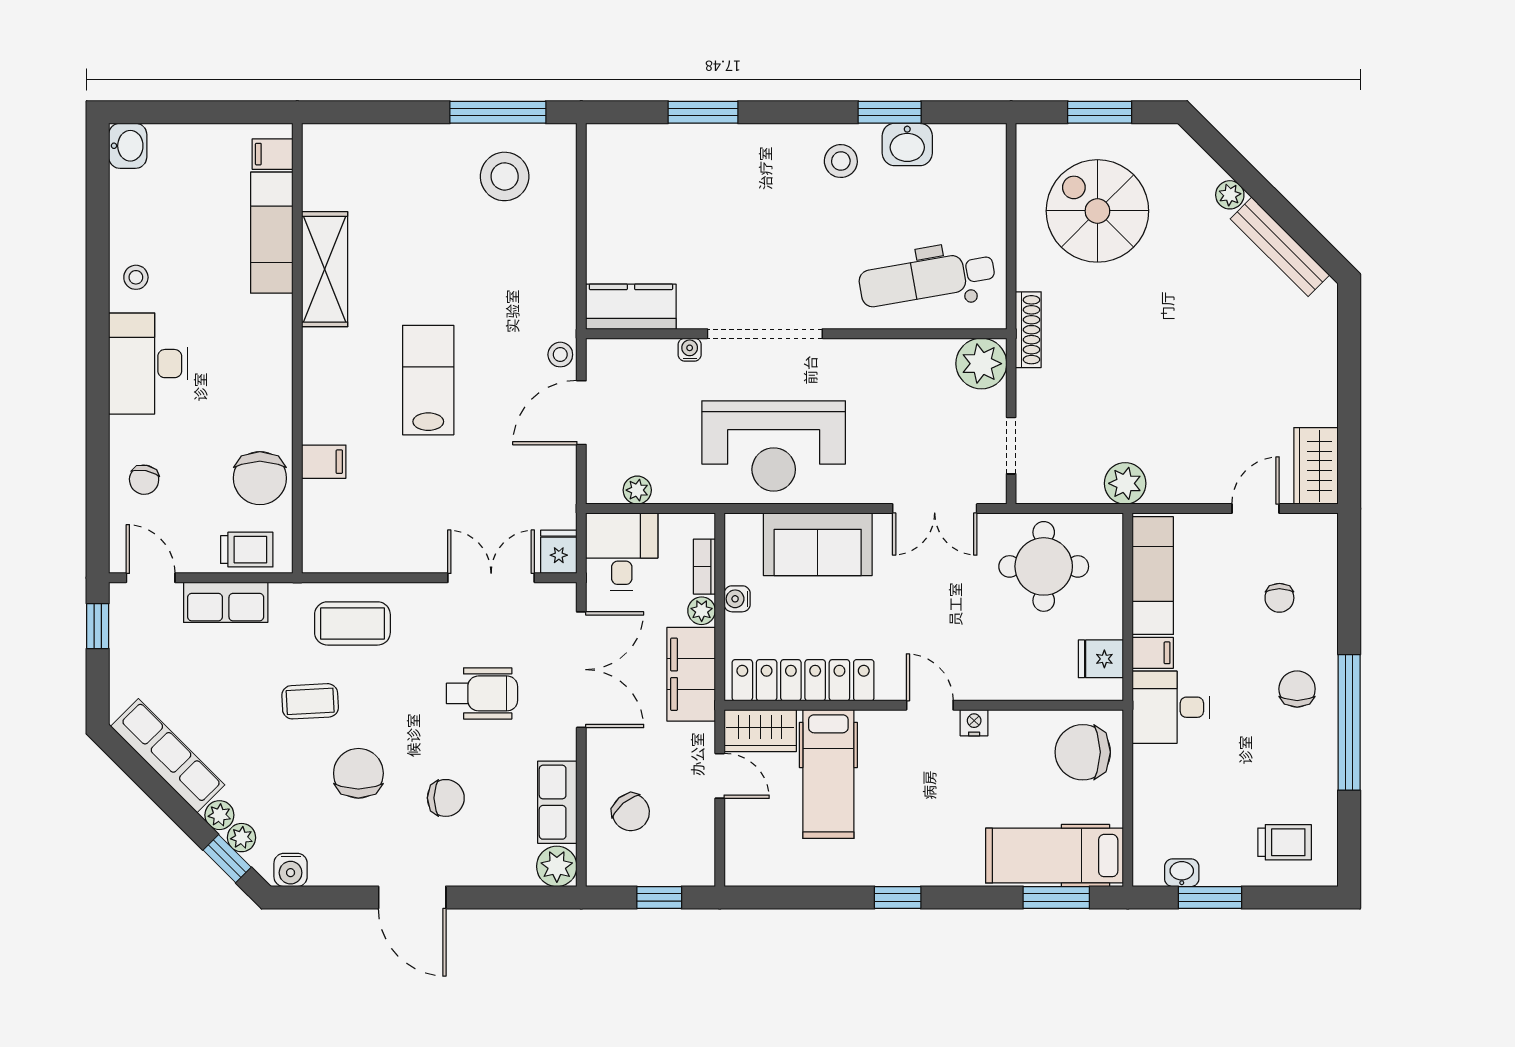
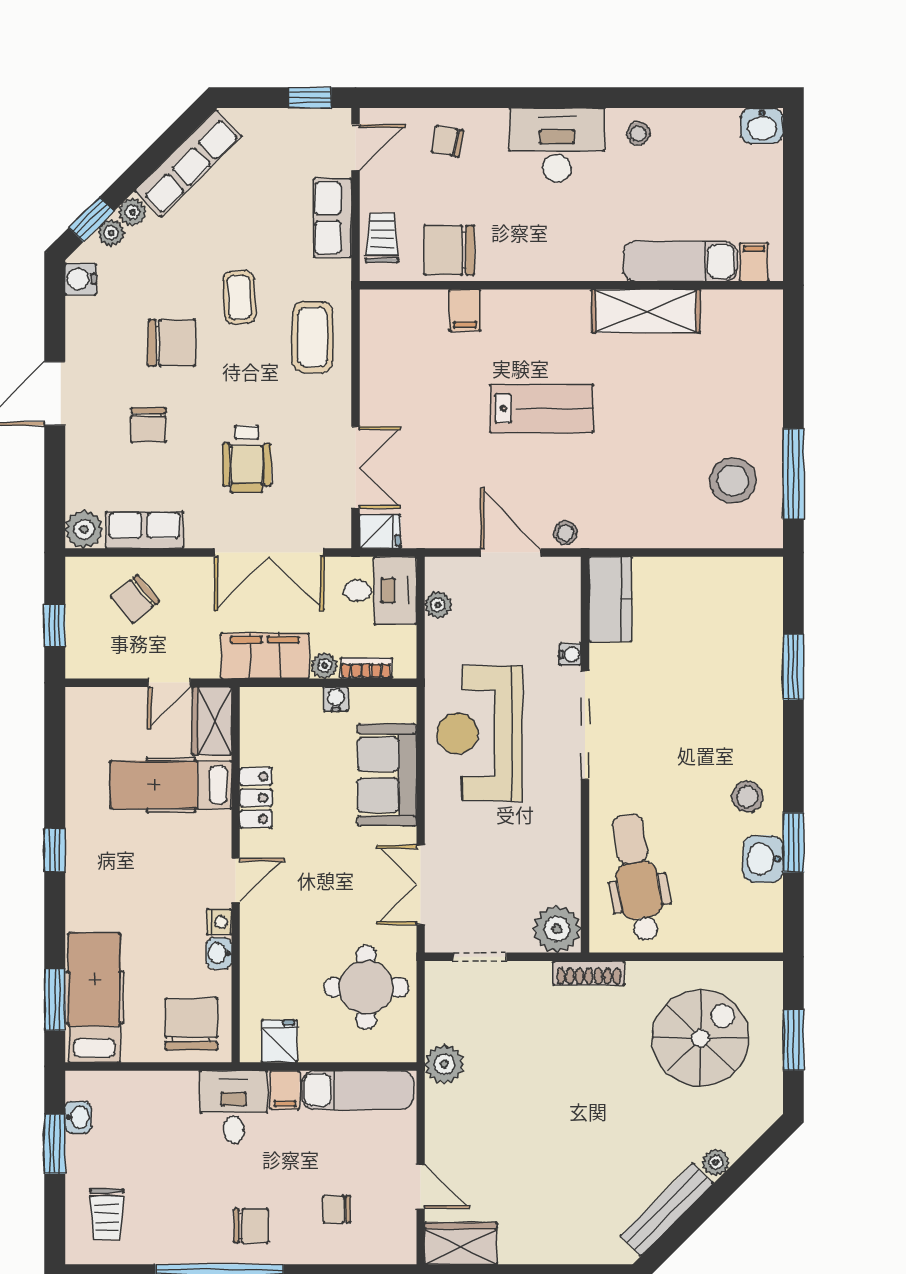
trolley: (247, 550) -> (382, 238), turned 180
locker: (803, 680) -> (256, 798), width x0.46, depth x0.83
washbasin: (1007, 723) -> (219, 953), added

